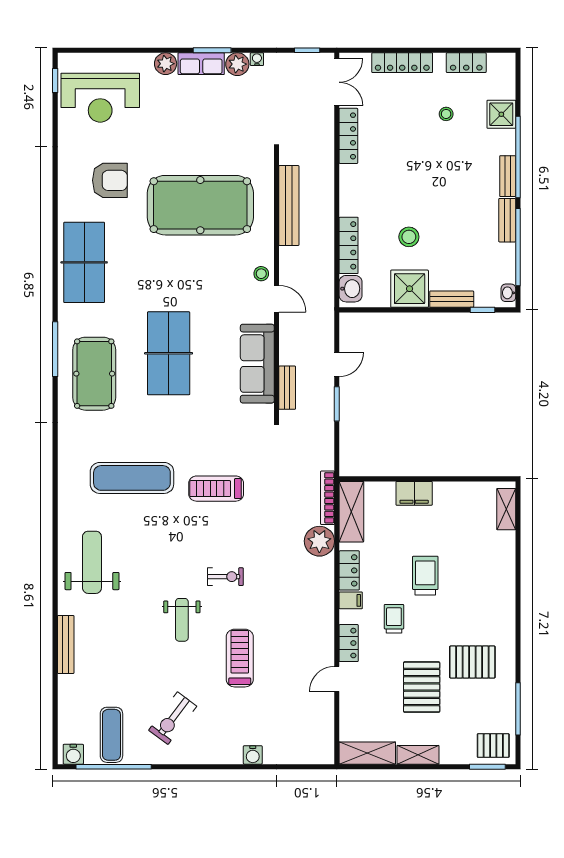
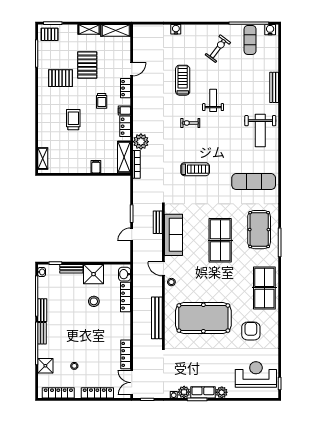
locker: (466, 63) -> (58, 393), width x1.53
armchair: (110, 180) -> (251, 331), turned 90
exercise mat: (132, 478) -> (254, 182), moved
filing cabinet: (414, 493) -> (96, 167), width x0.50
trolley: (425, 576) -> (73, 120), moved, turned 180
treadmill: (240, 658) -> (183, 80), turned 180

